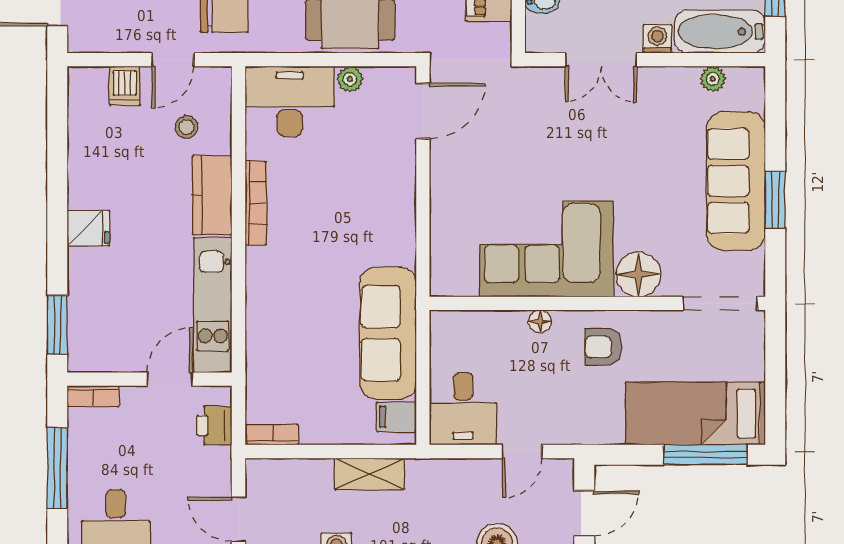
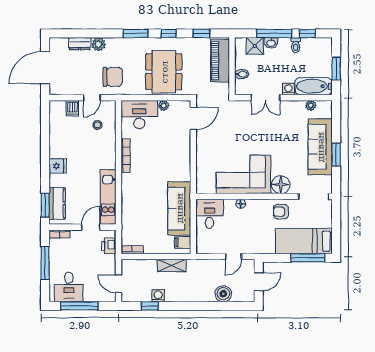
kitchen counter: (212, 195) -> (57, 203), moved, turned 180
armchair: (603, 347) -> (281, 212), moved
desk: (463, 409) -> (210, 214), moved, turned 180

